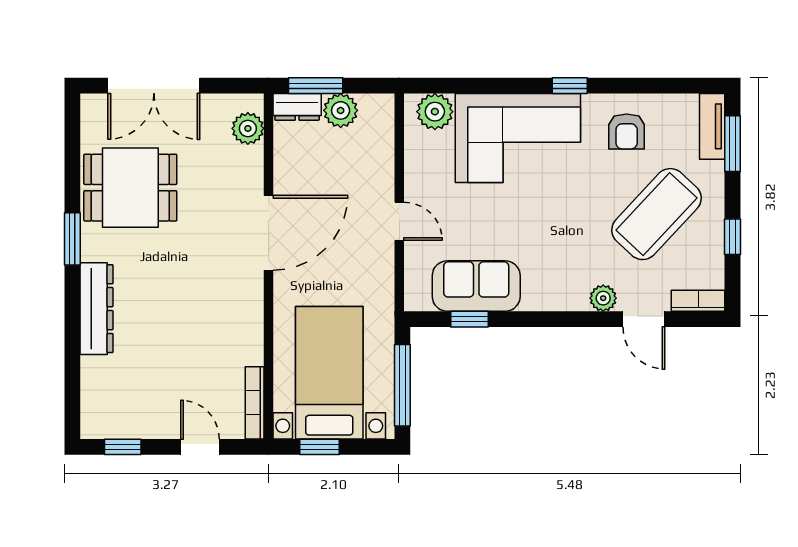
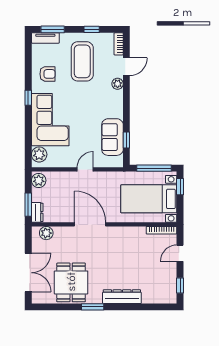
plant: (341, 110) -> (39, 180), moved
coffee table: (656, 214) -> (82, 61), turned 47
window: (320, 447) -> (180, 187), moved

